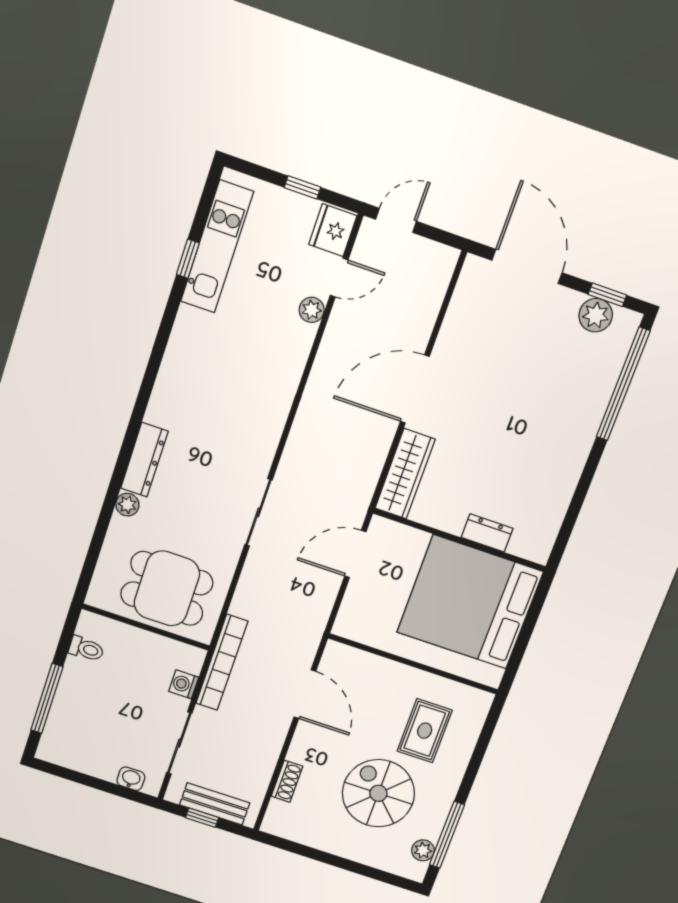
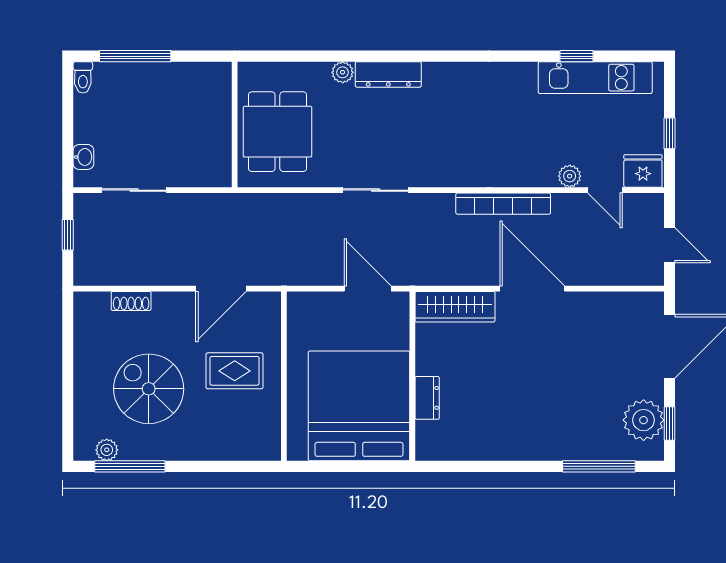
door: (396, 220) -> (670, 245), moved
plant: (596, 315) -> (644, 420), width x1.36, depth x1.36
window: (623, 384) -> (599, 466), width x0.68
toilet: (86, 649) -> (83, 77), moved
bookcase: (222, 662) -> (503, 204), moved
washing machine: (184, 684) -> (192, 176), removed
rug: (425, 731) -> (235, 371), moved
spiral stairs: (378, 793) -> (149, 389), turned -90
bench: (215, 804) -> (85, 242), removed

